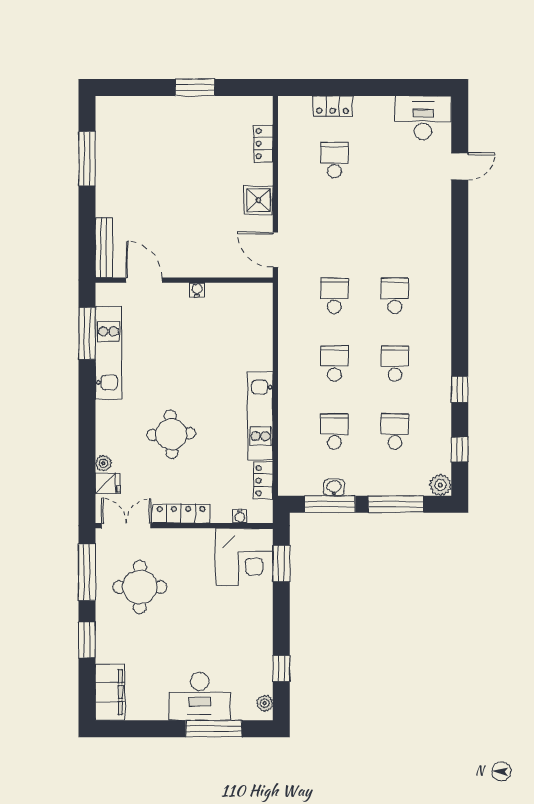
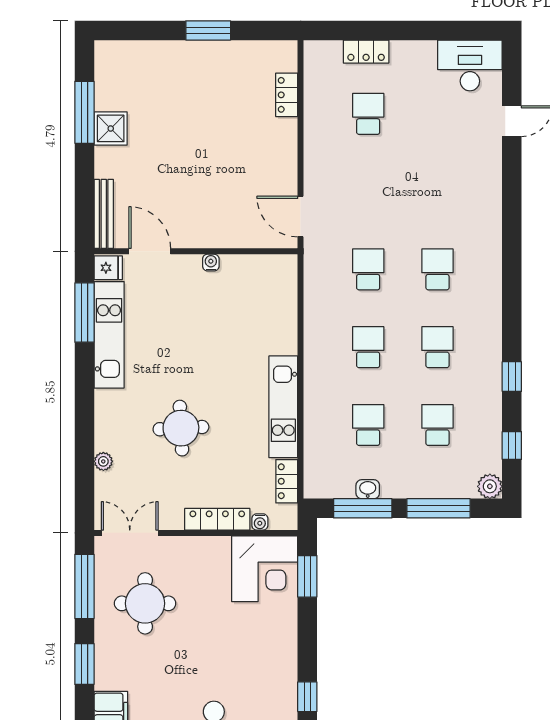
shower: (258, 200) -> (111, 128), moved
fridge: (108, 483) -> (108, 268), moved
locker: (181, 514) -> (217, 519), moved

